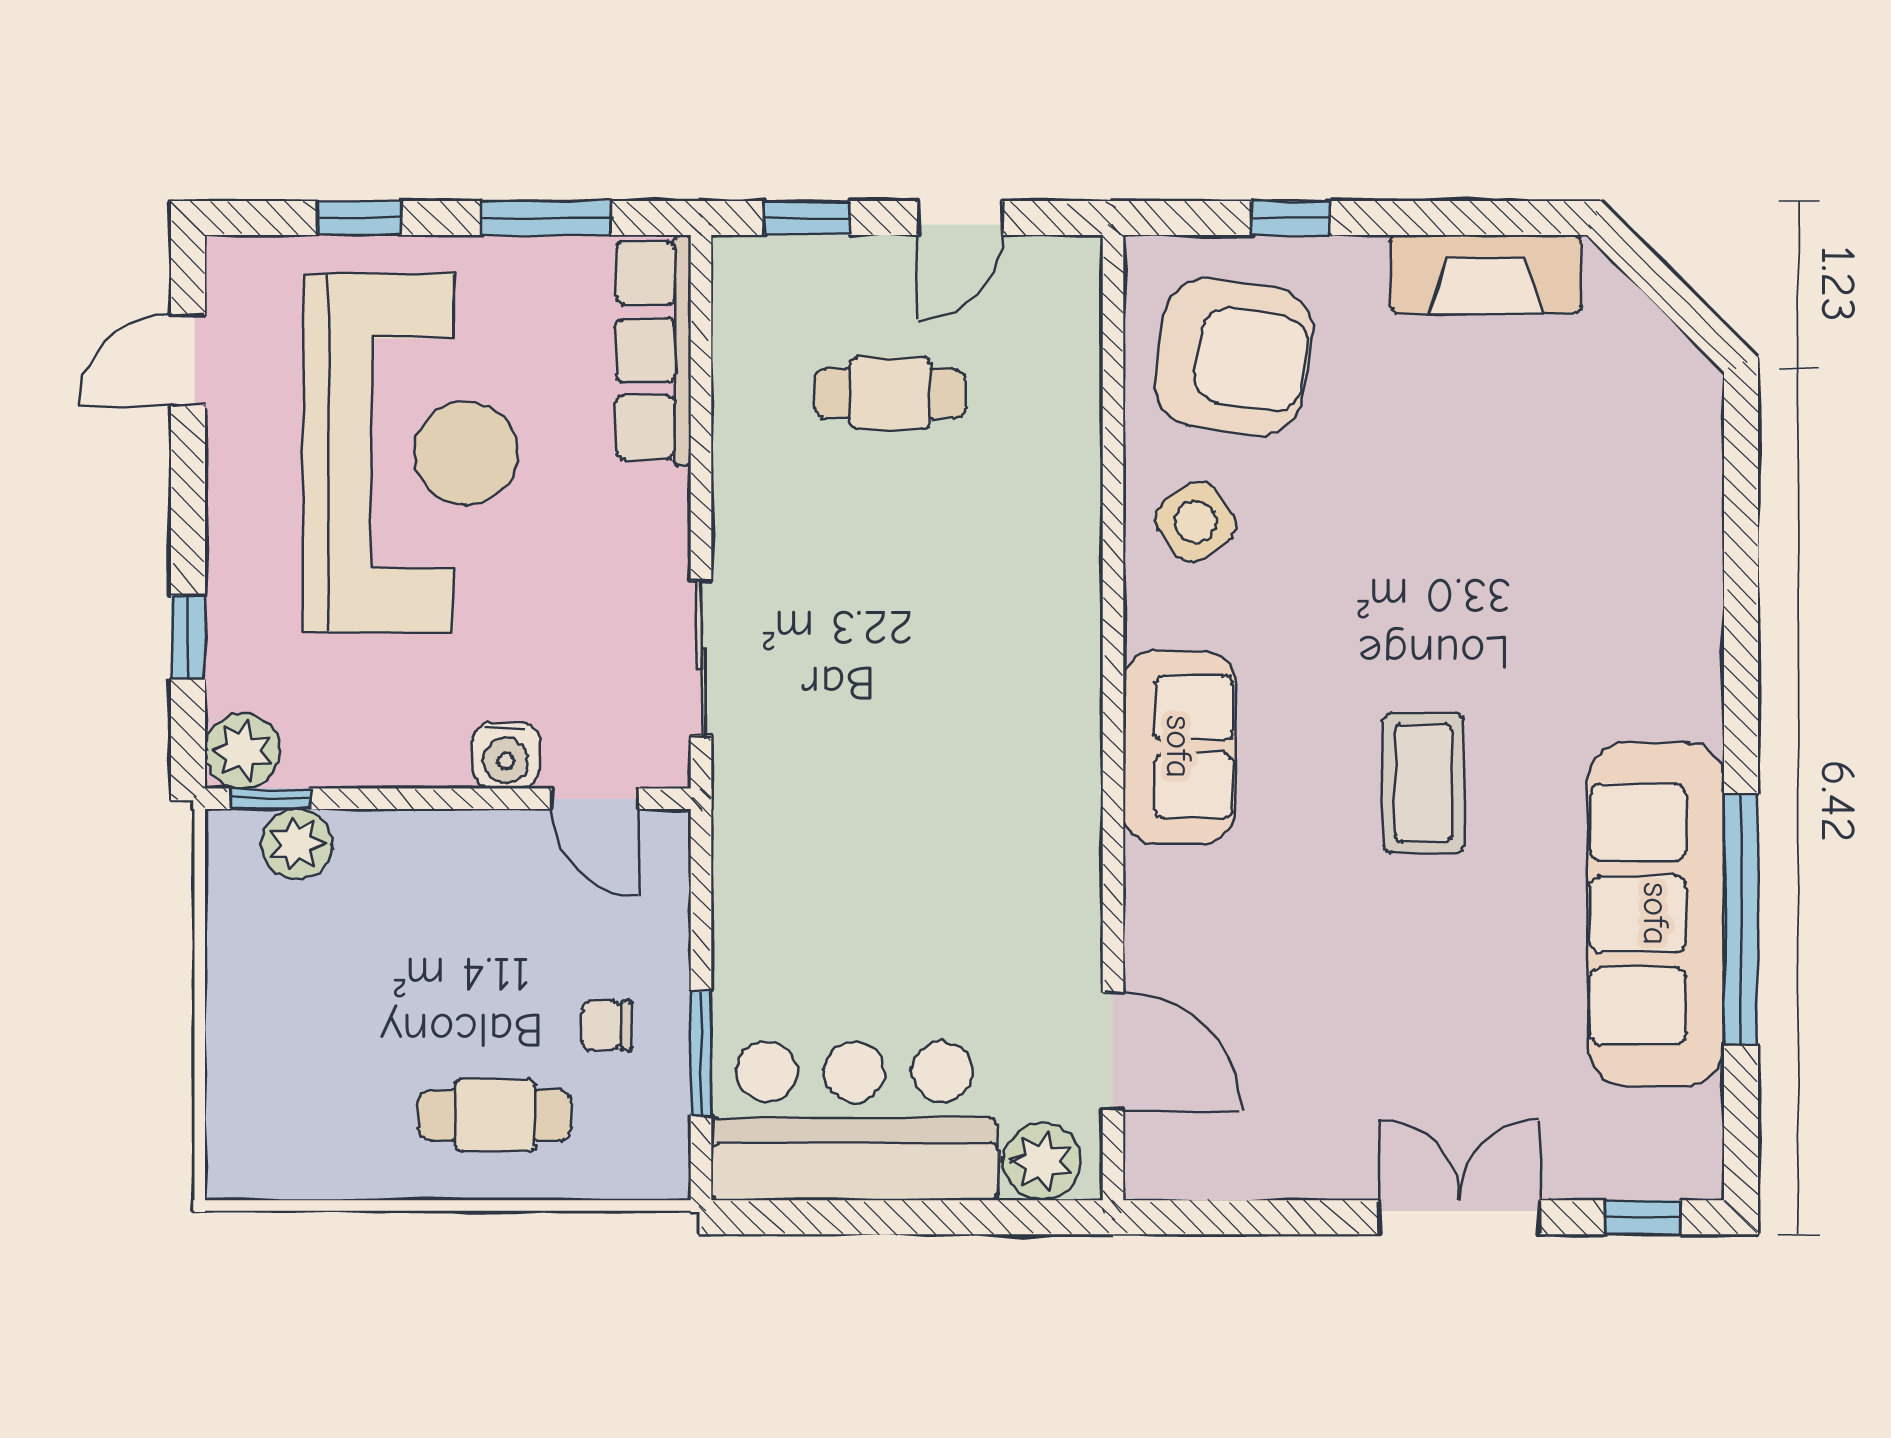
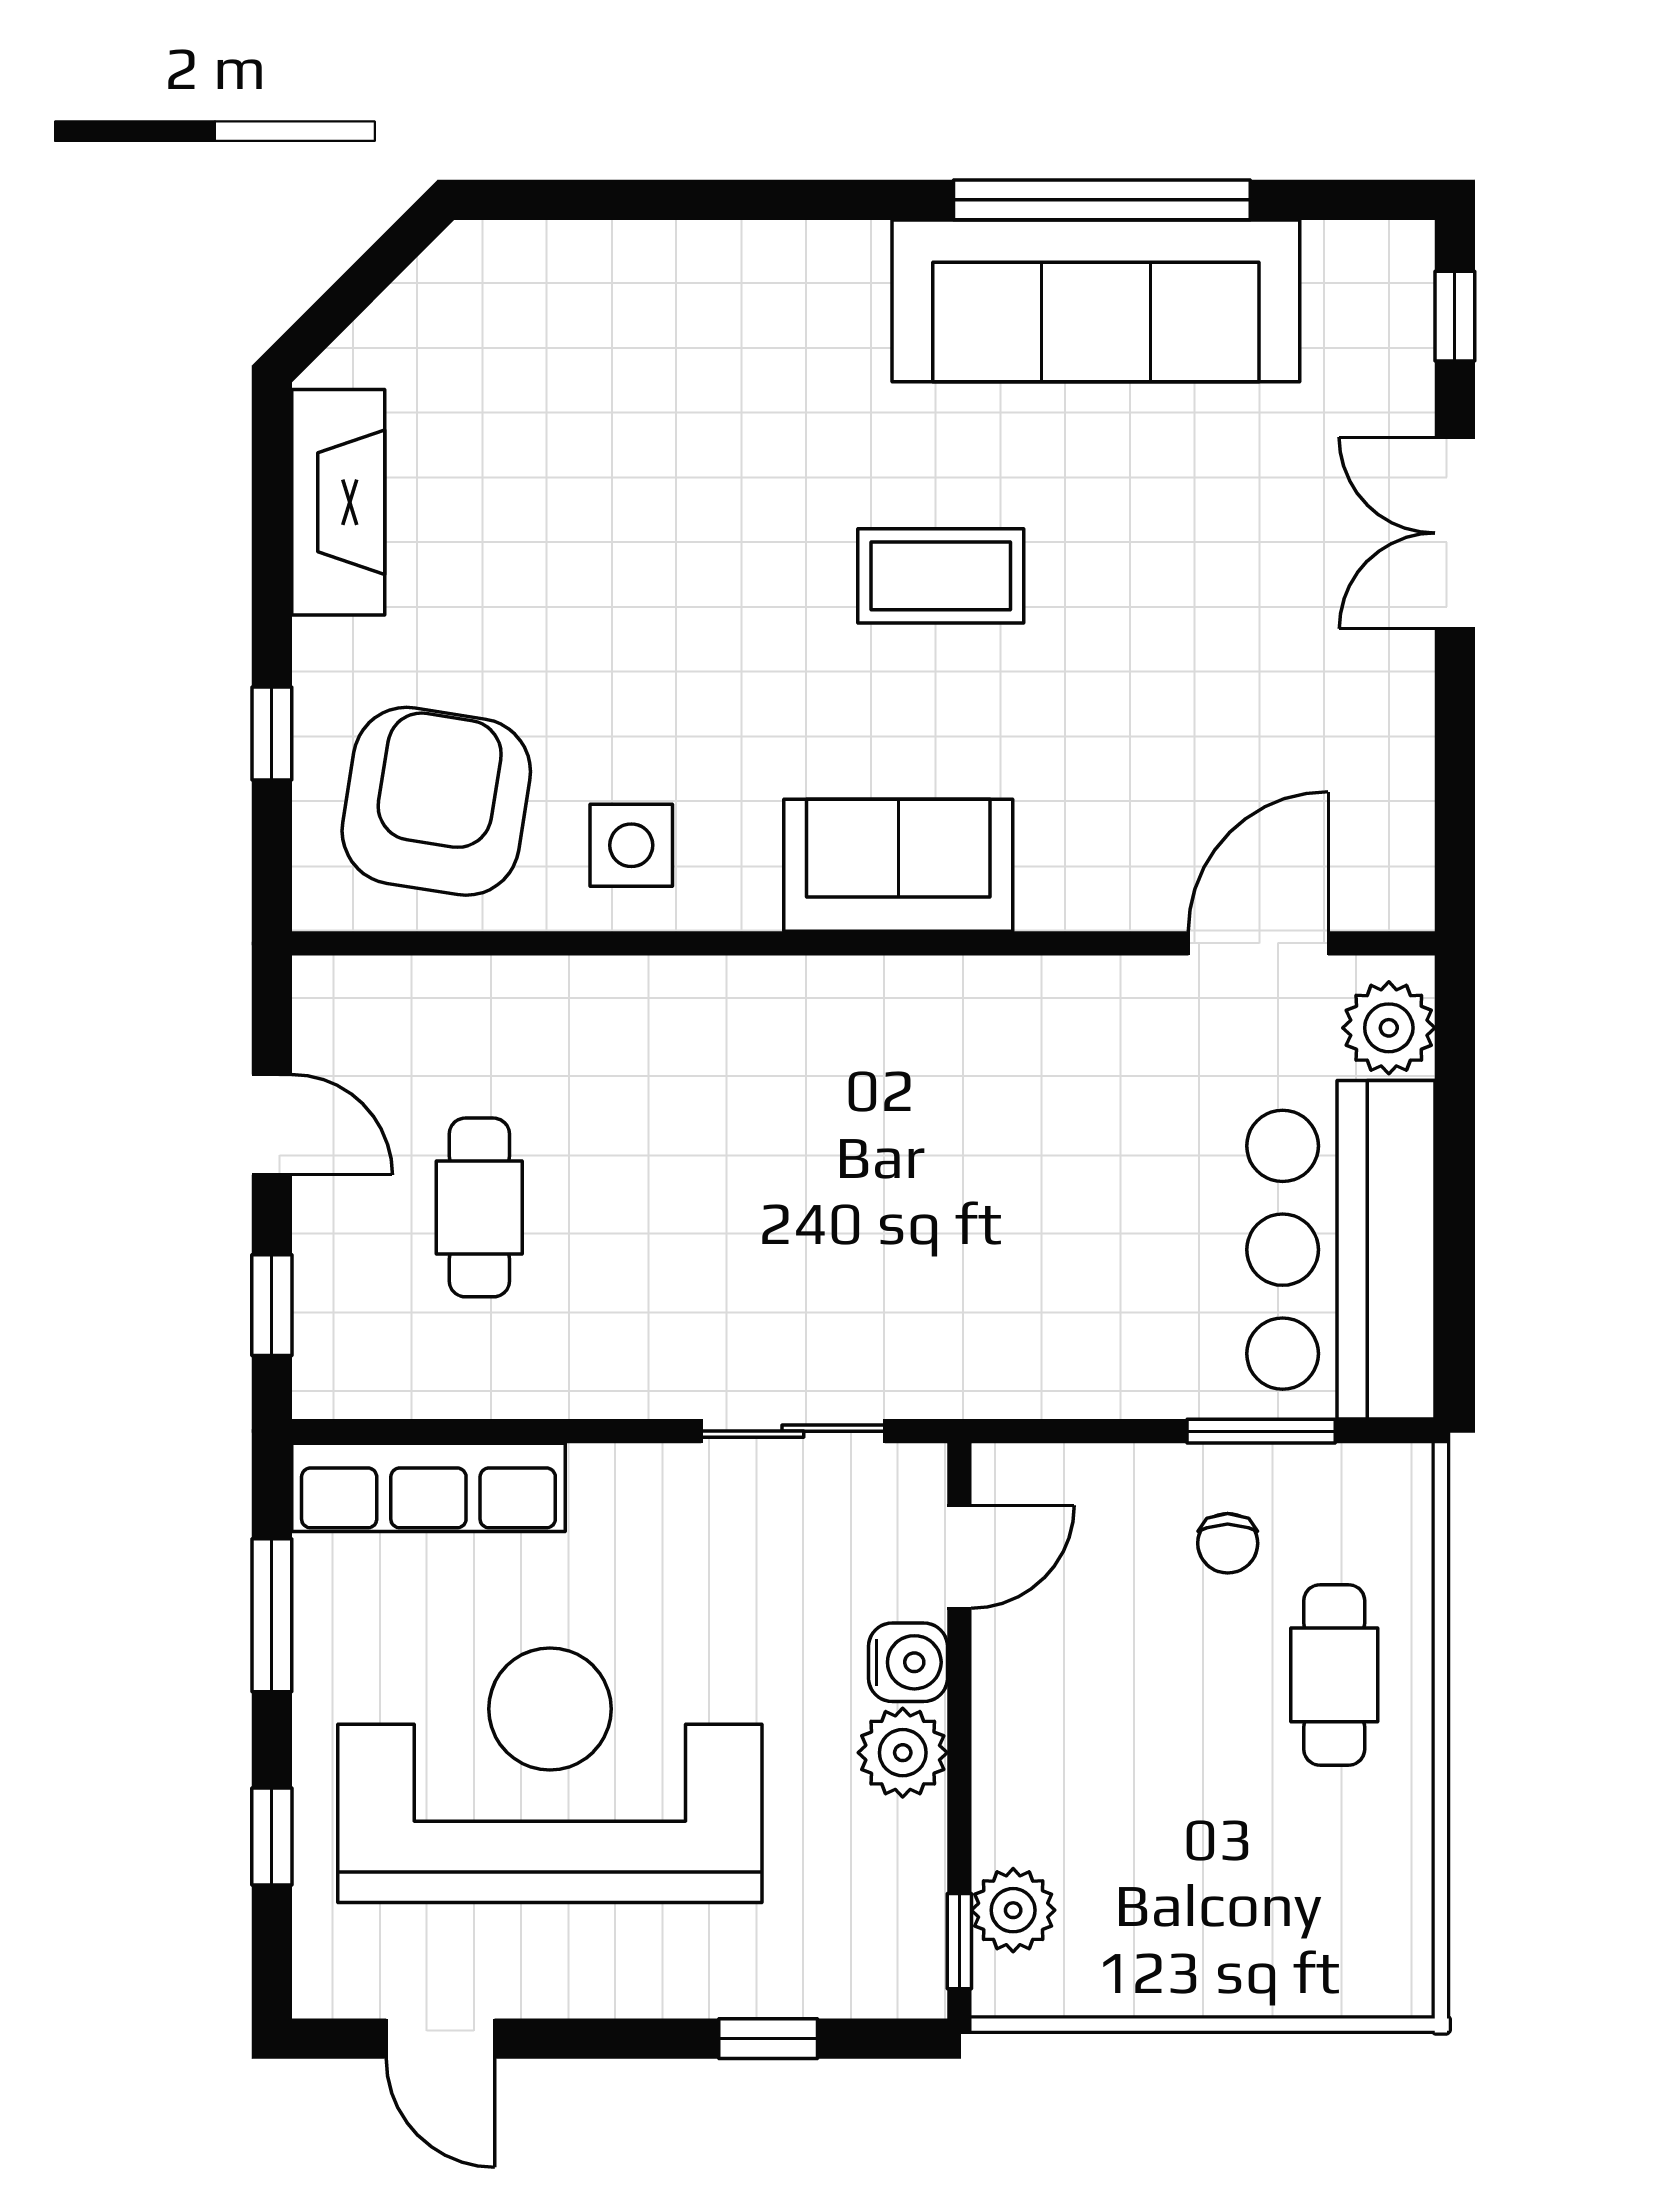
side table: (1196, 522) -> (631, 845), turned 35
plant: (242, 751) -> (903, 1753), moved

